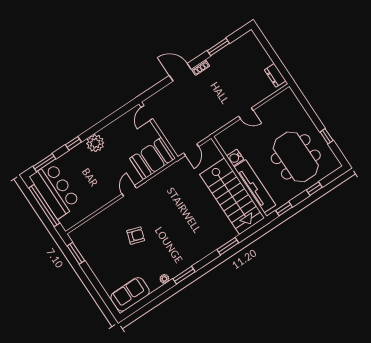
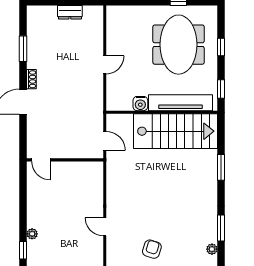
dresser: (275, 75) -> (70, 12), moved
plant: (95, 143) -> (32, 234), width x0.53, depth x0.53
meeting table: (296, 157) -> (179, 45), turned 90
booth: (153, 158) -> (88, 184), removed

